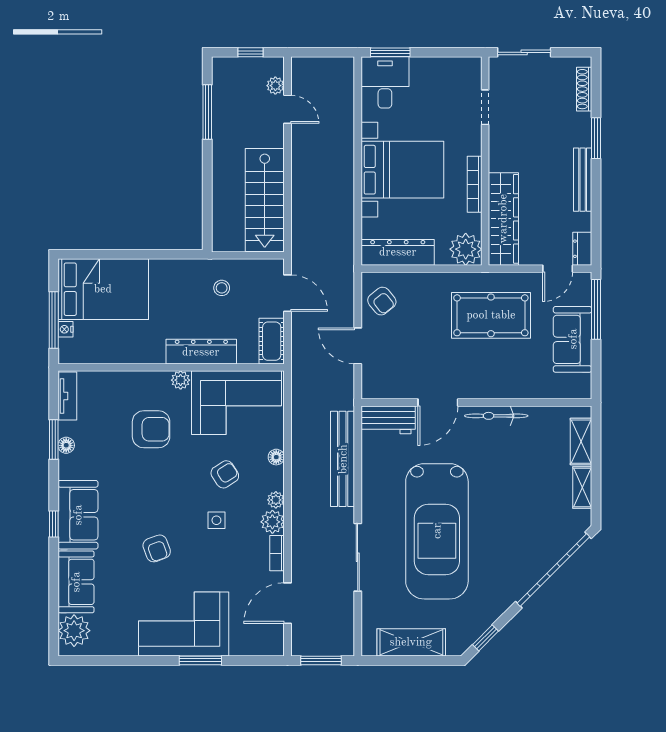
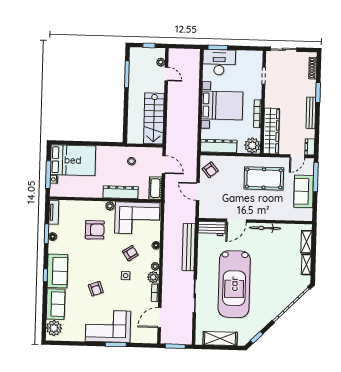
desk: (385, 82) -> (219, 62), width x1.37

